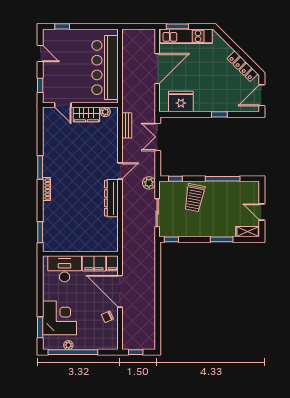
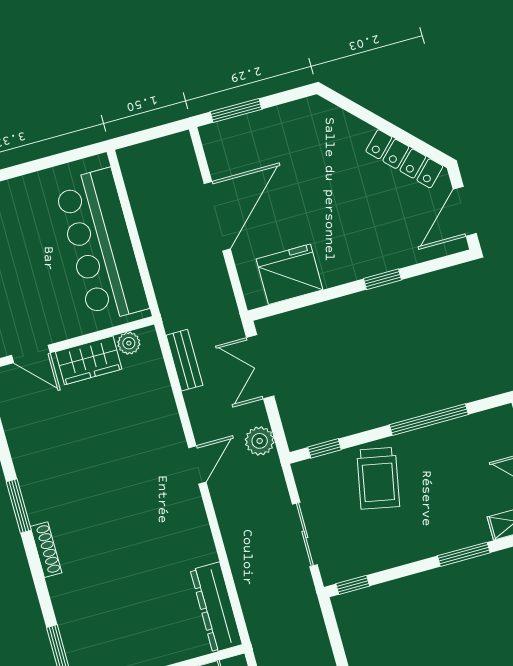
kitchen unit: (186, 36) -> (261, 127), removed
plant: (149, 183) -> (260, 441), moved
dresser: (111, 198) -> (216, 607), moved

